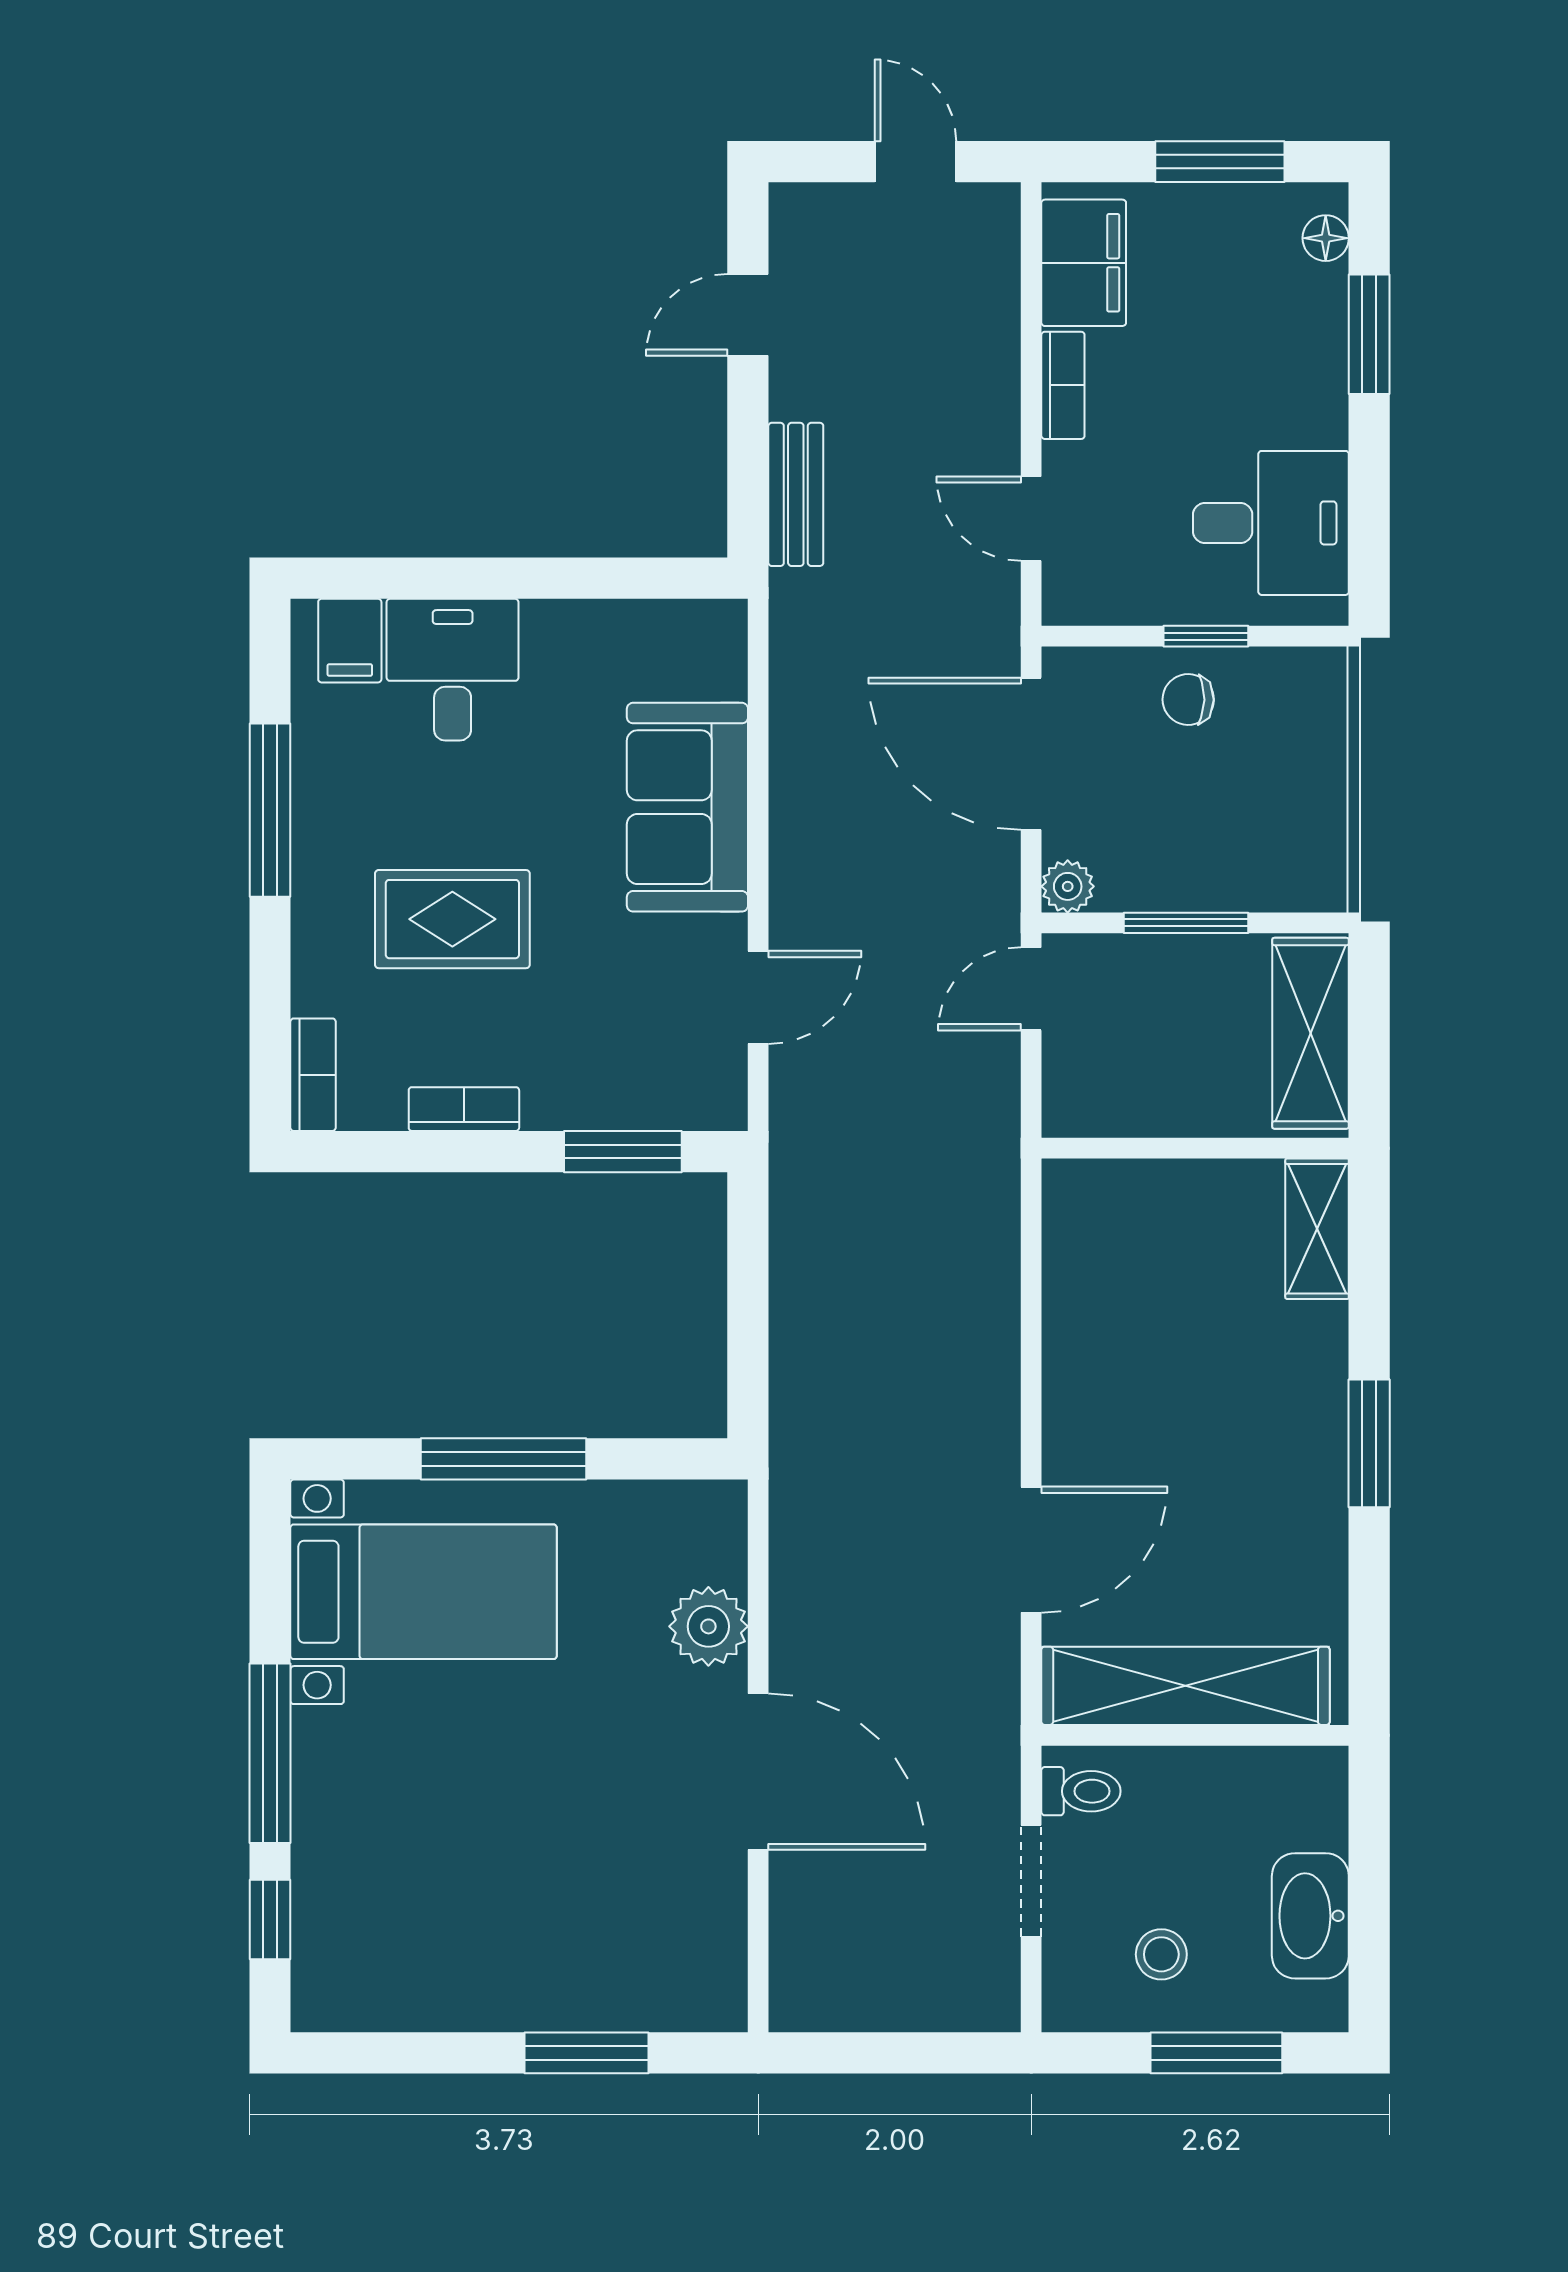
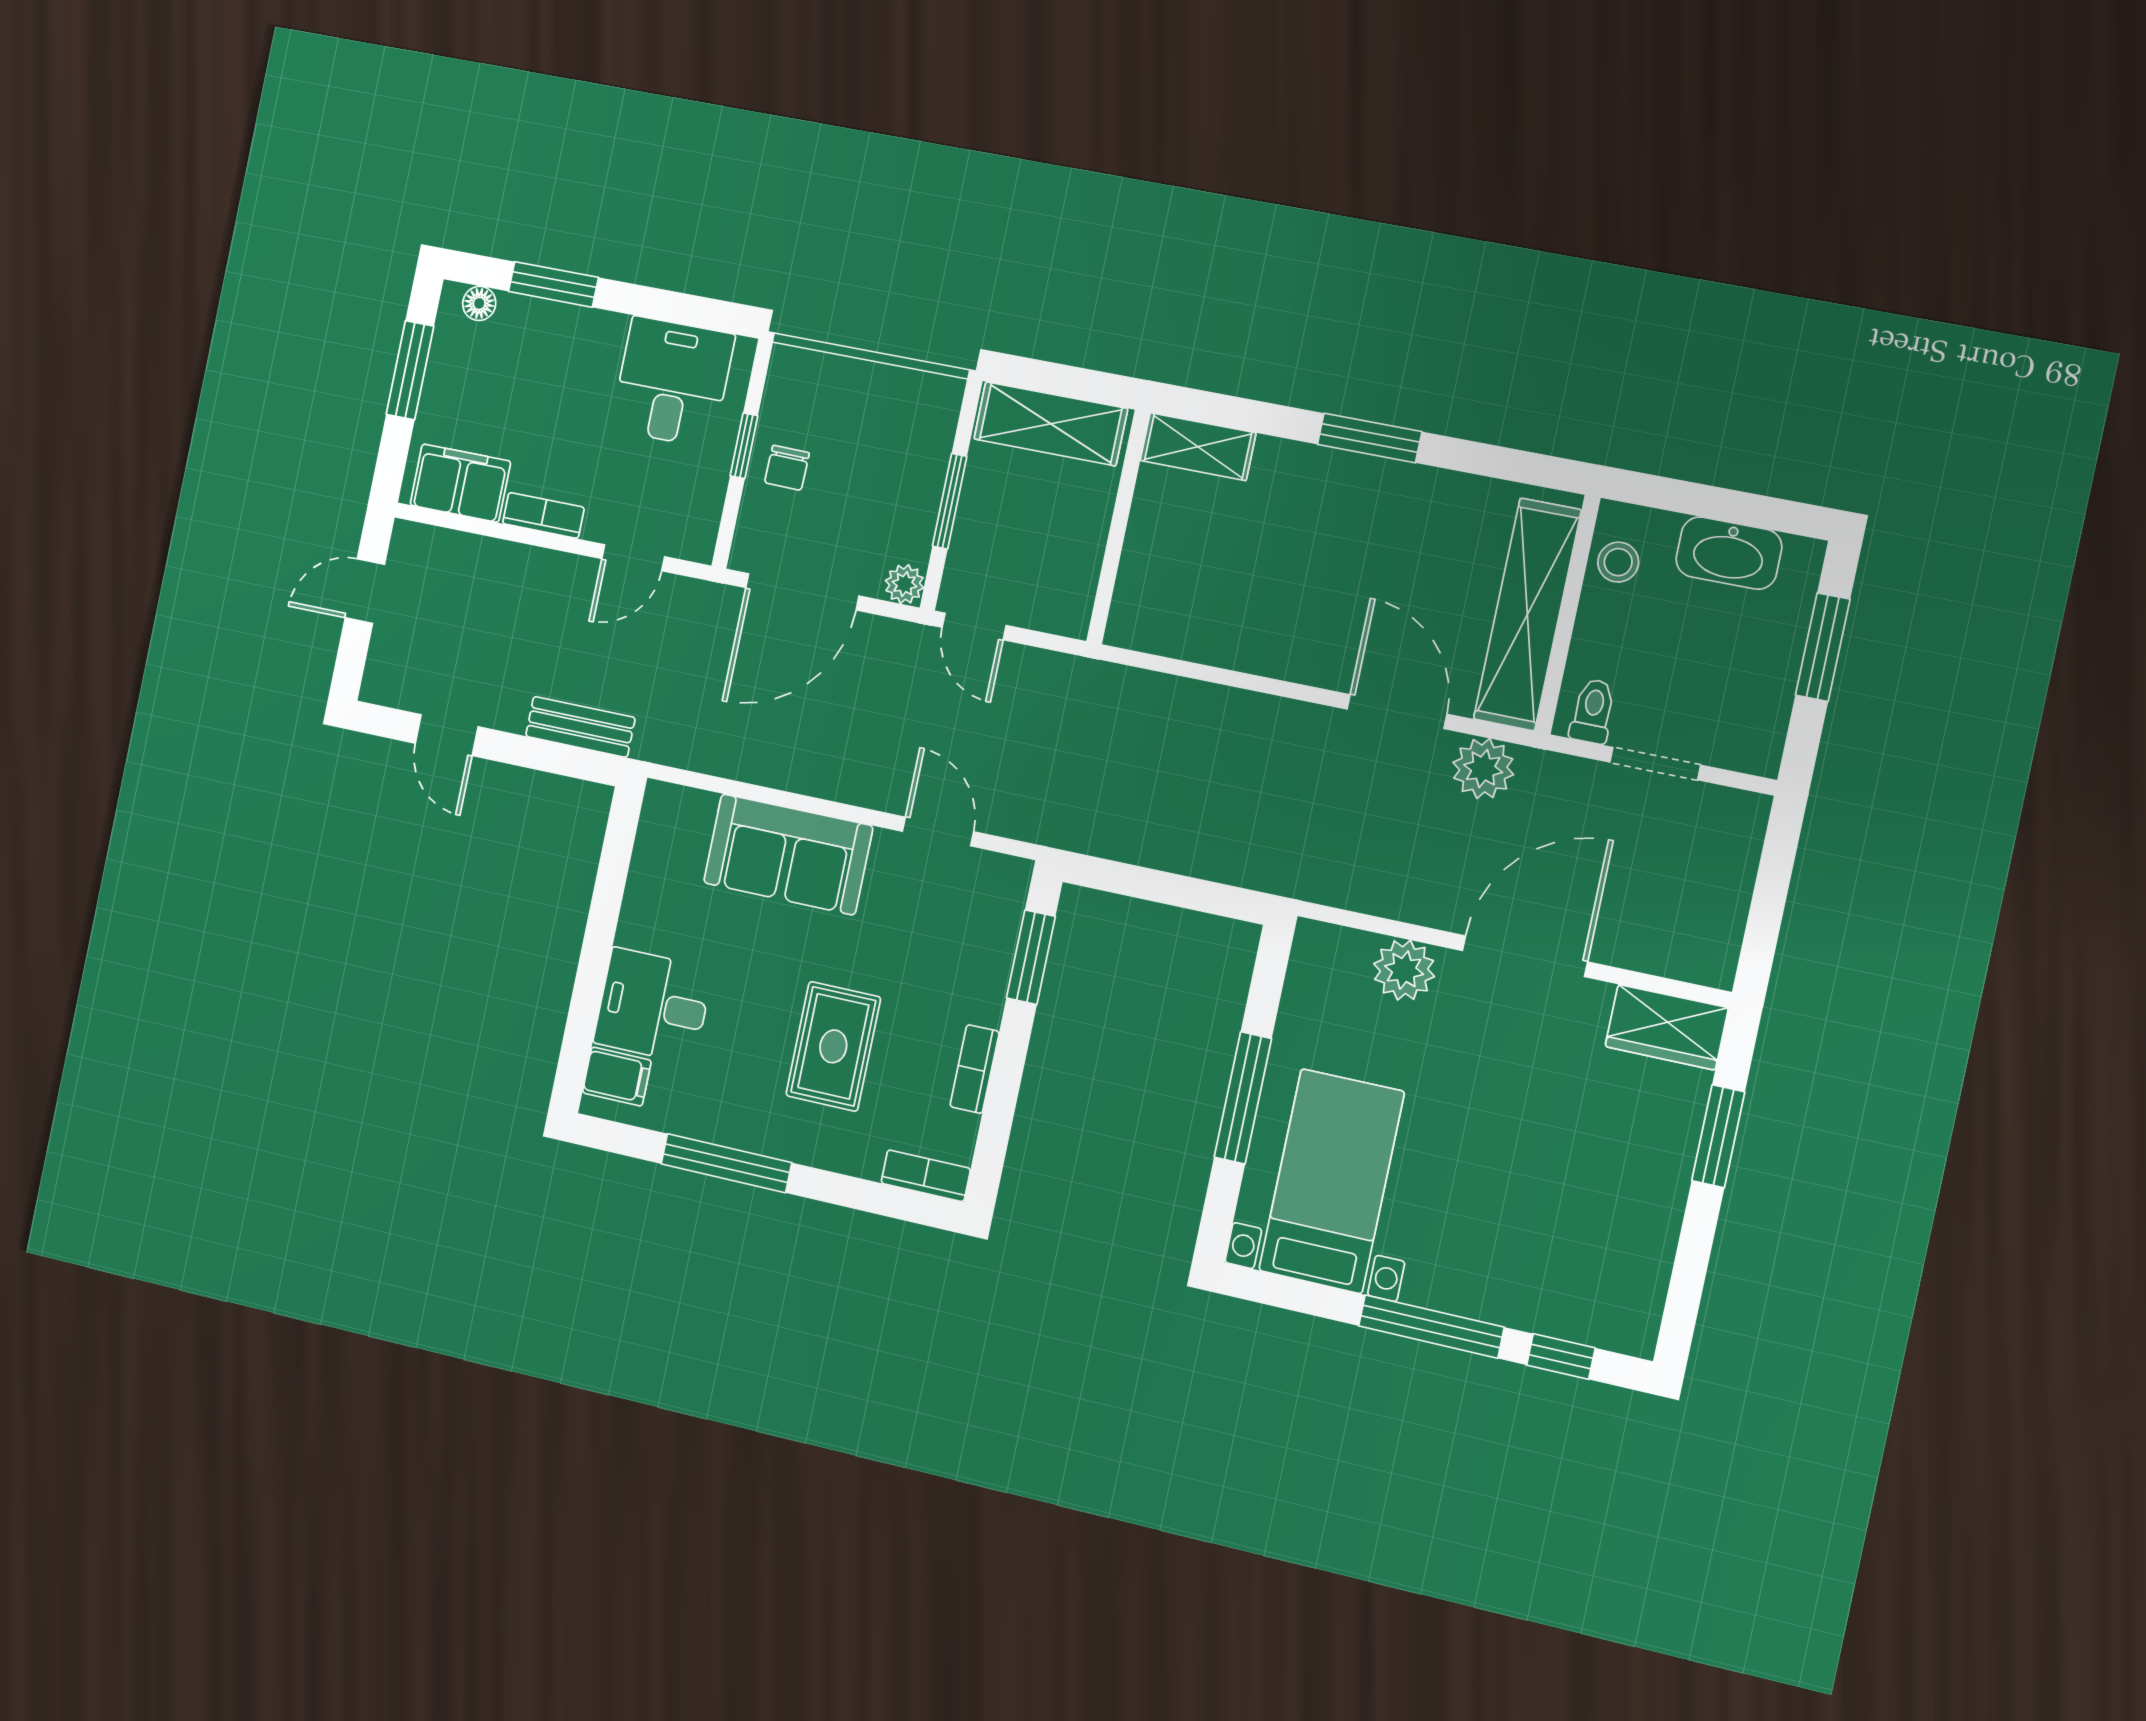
plant: (982, 1672) -> (1483, 769), added
stool: (1161, 1954) -> (1618, 562), moved
wardrobe: (707, 1963) -> (1667, 1027), added

